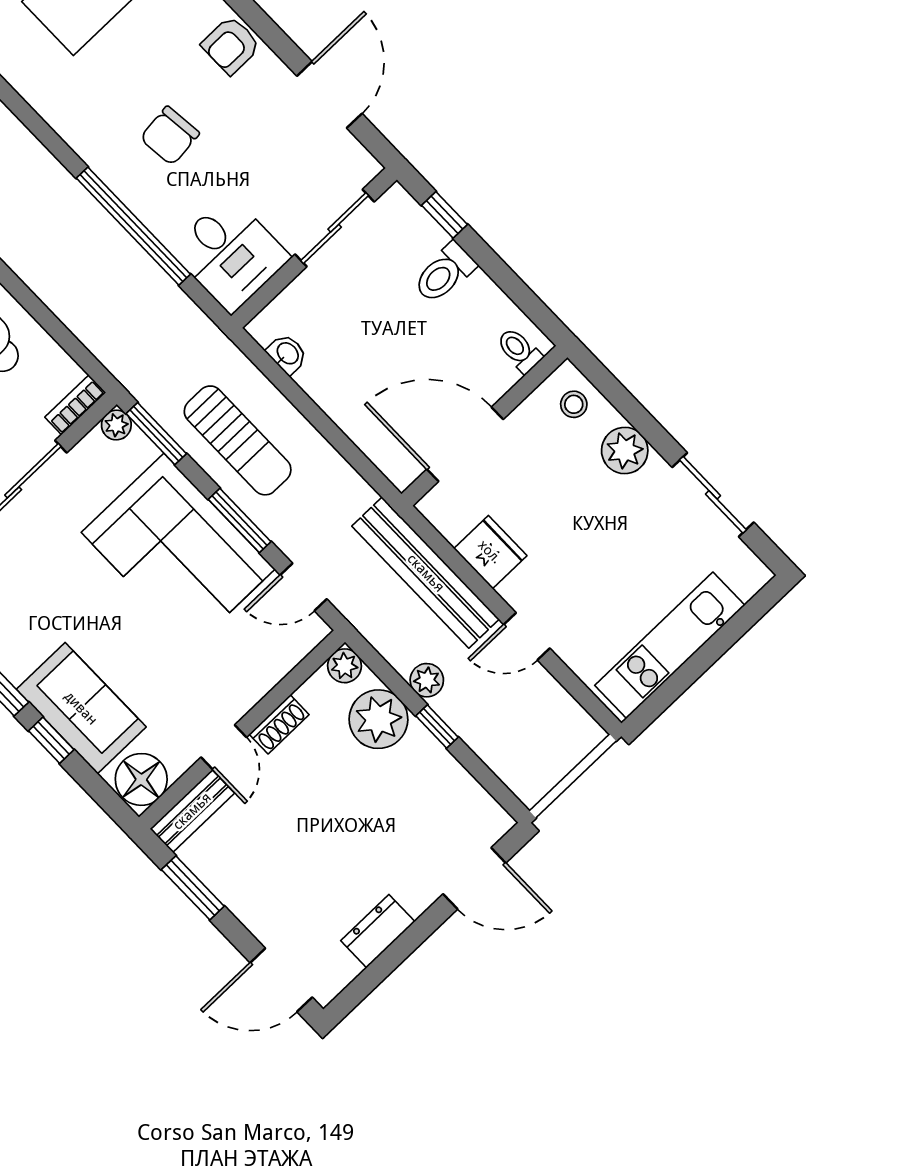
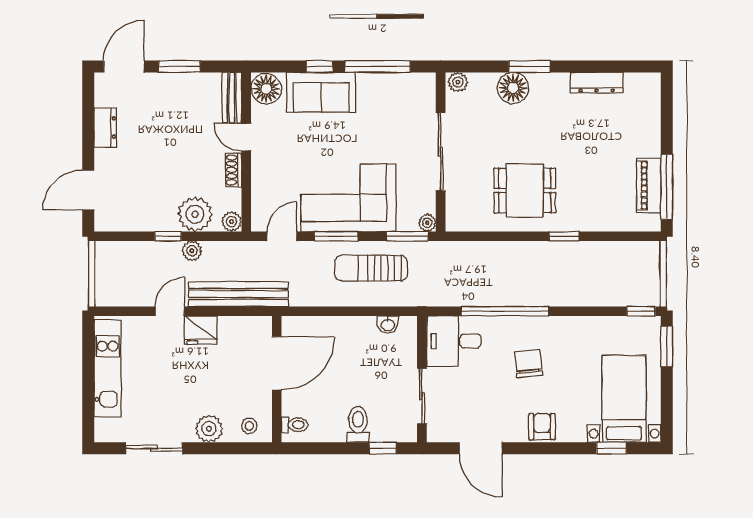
bookcase: (75, 405) -> (453, 214), removed
fridge: (490, 552) -> (201, 330), moved
window: (193, 888) -> (179, 66), moved

